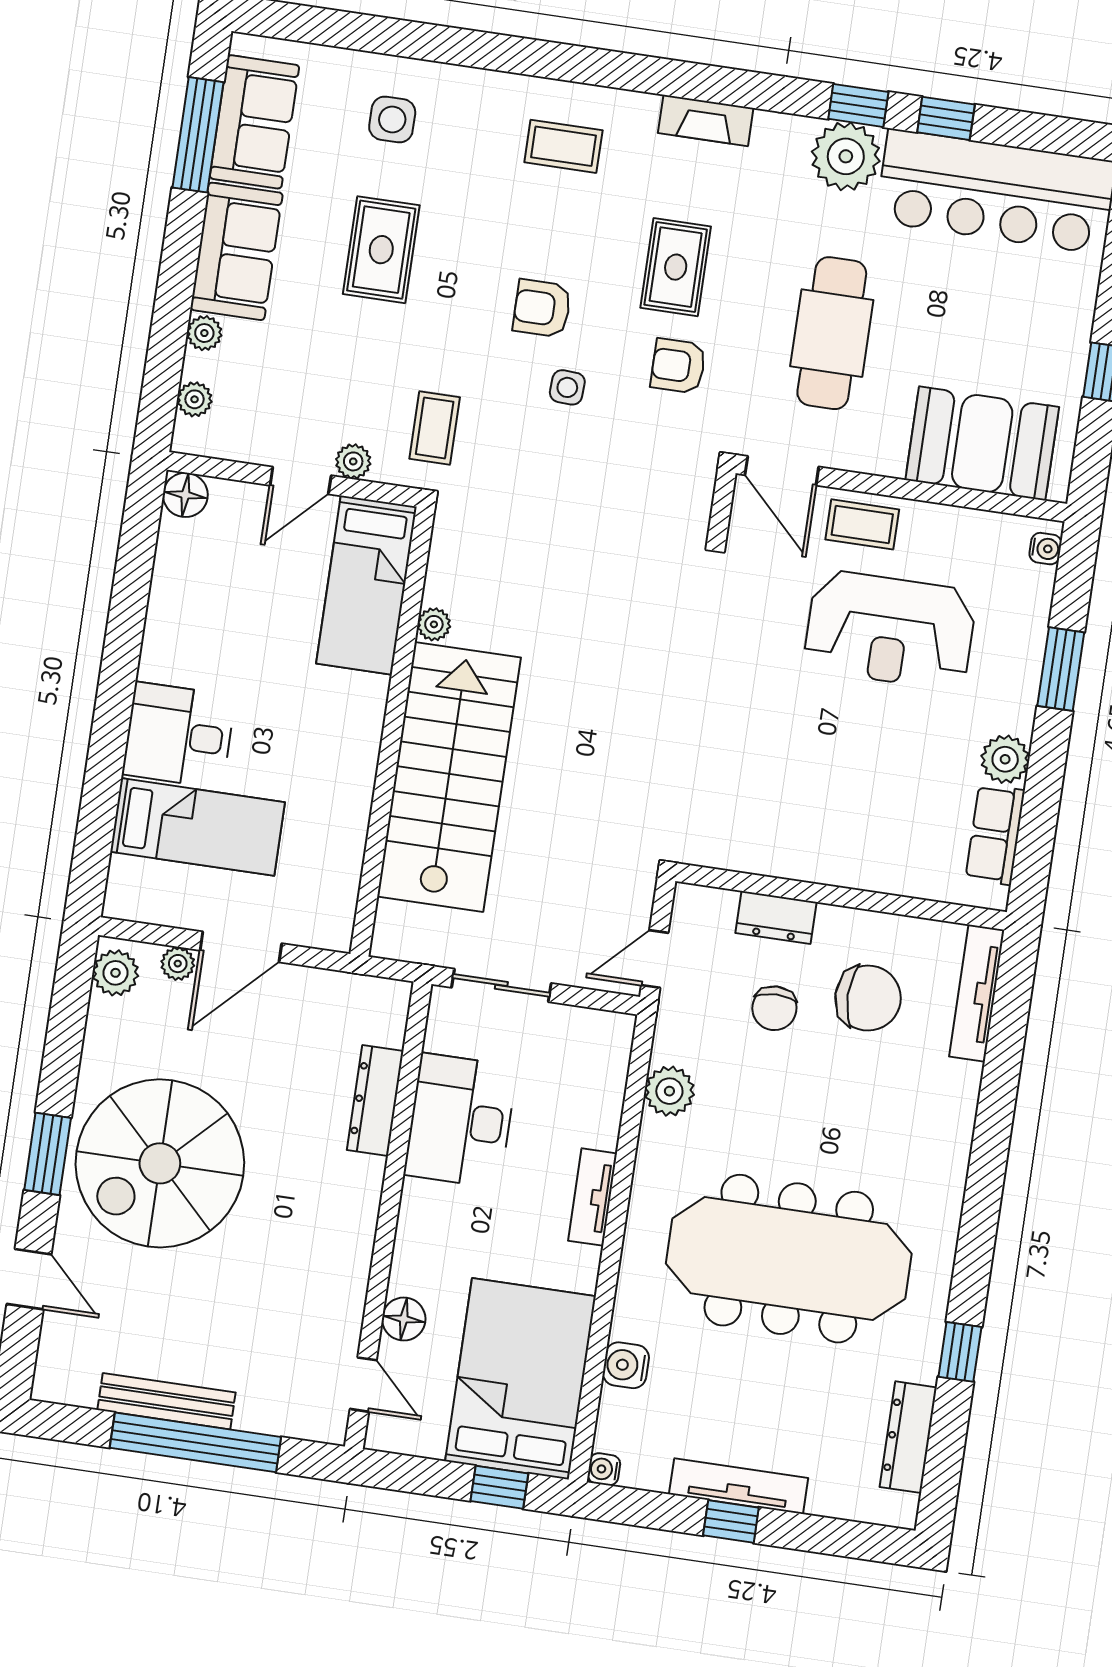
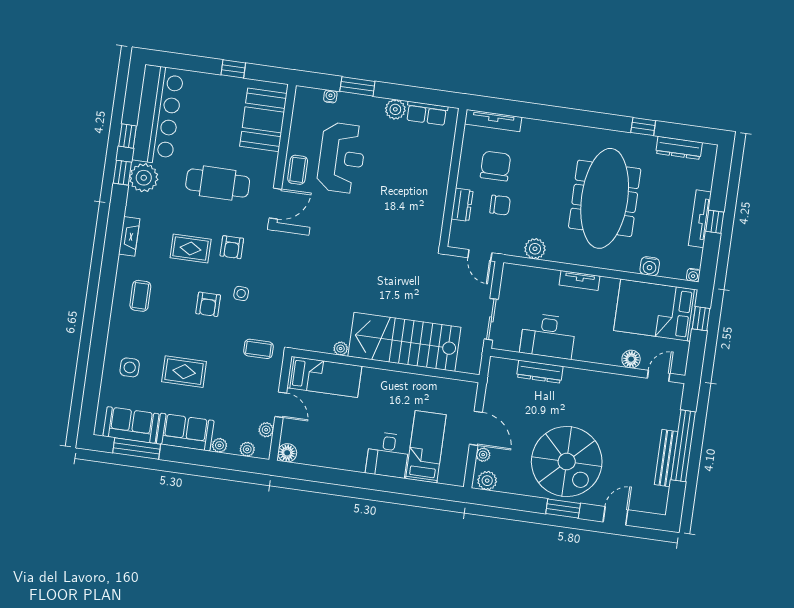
plant: (353, 461) -> (266, 430), moved
water cooler: (1045, 549) -> (330, 96), moved

